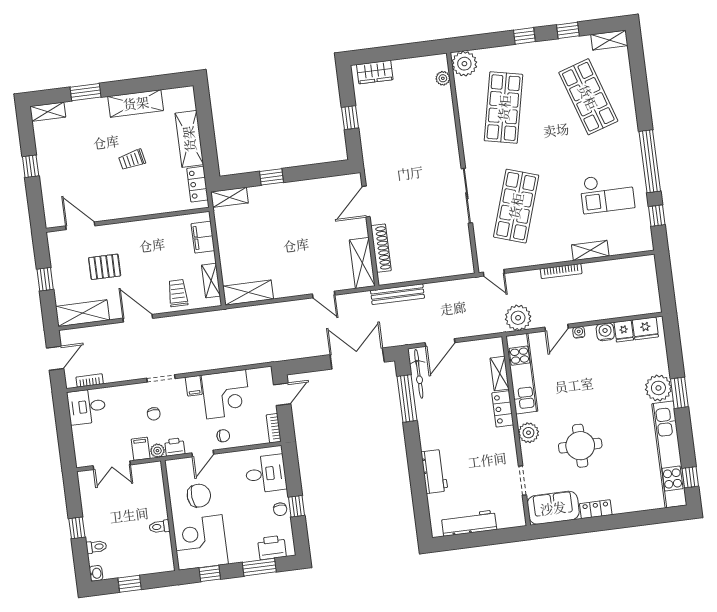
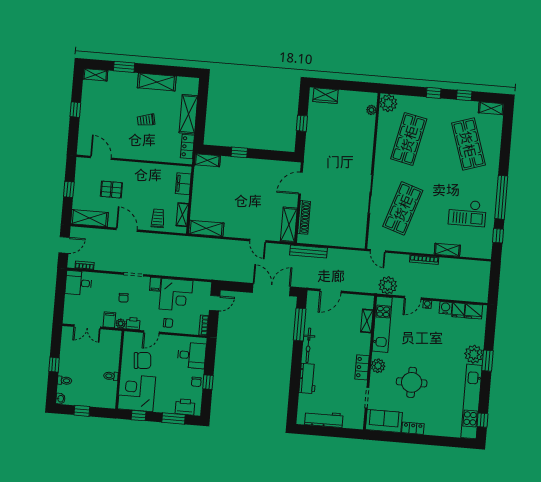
bicycle: (419, 374) -> (308, 345), moved
locker: (503, 409) -> (362, 367), moved

